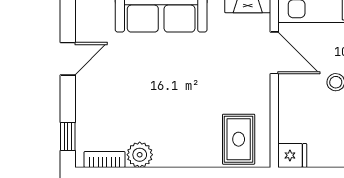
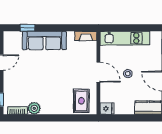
door: (274, 53) -> (98, 72), moved

